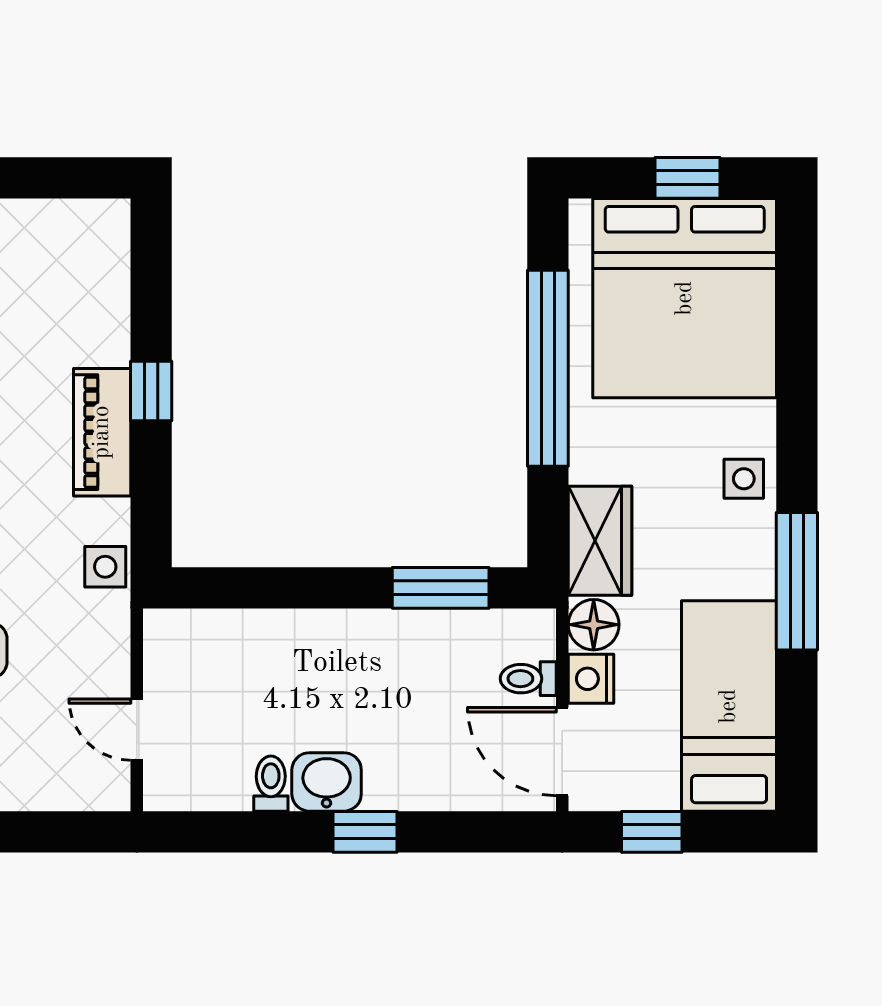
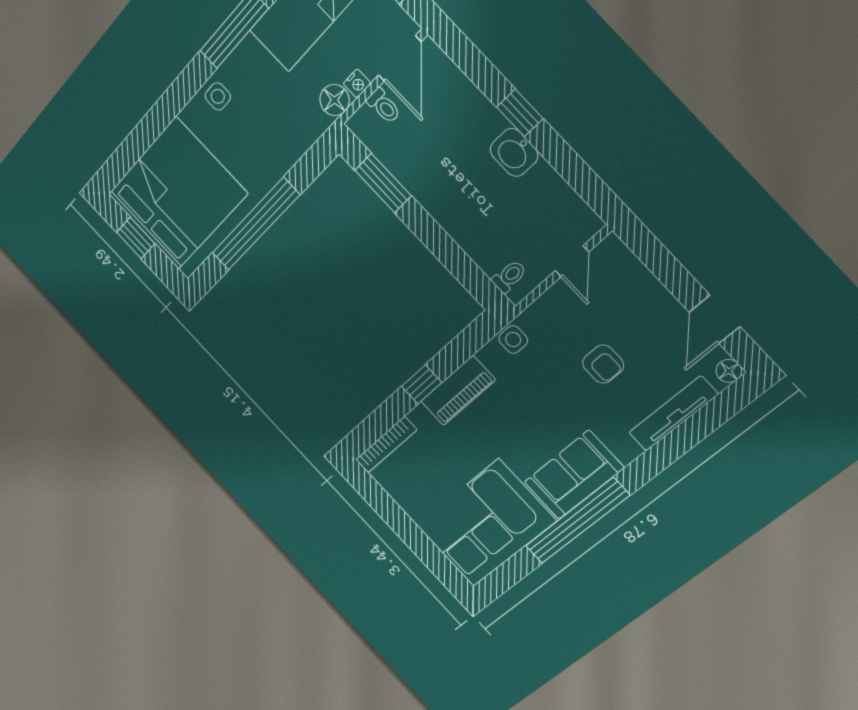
bookcase: (114, 262) -> (386, 445), added
wardrobe: (600, 541) -> (299, 133), removed
nightstand: (591, 679) -> (357, 83), width x0.72, depth x0.74
toilet: (271, 784) -> (509, 276), moved, turned 180

